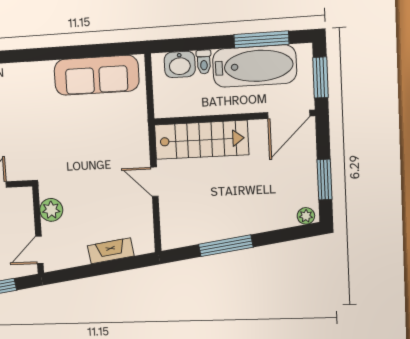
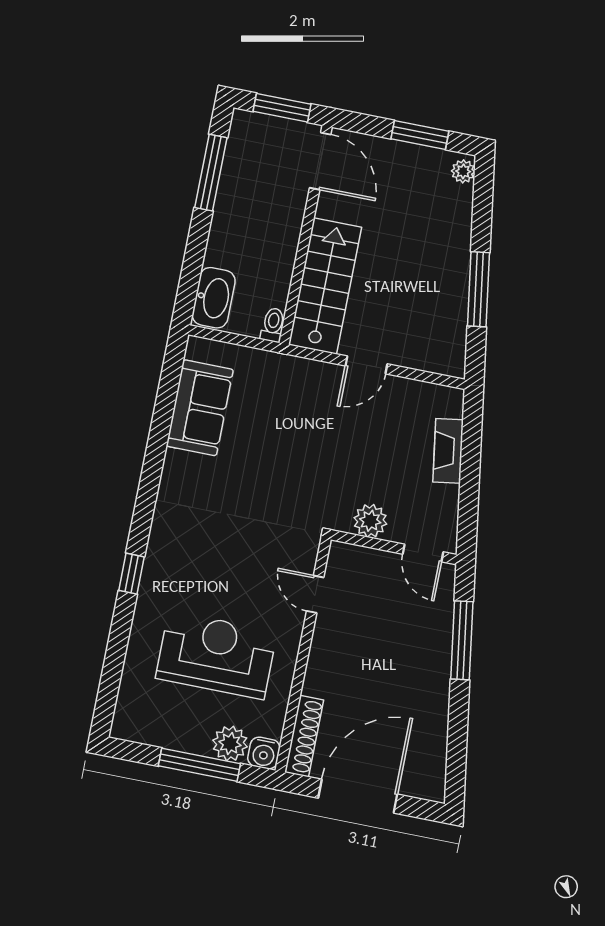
toilet: (204, 62) -> (273, 325), moved, turned -90
washbasin: (180, 64) -> (214, 298), width x1.38
bathtub: (254, 66) -> (244, 190), removed
sofa: (96, 75) -> (200, 408), width x0.73

